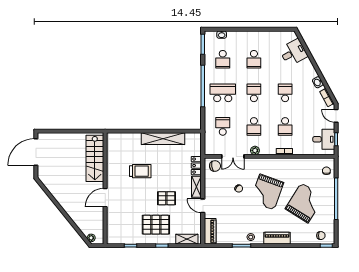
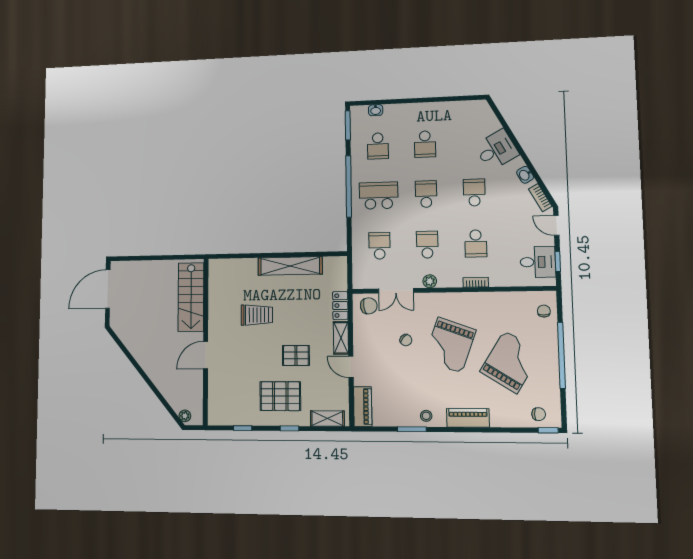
desk: (293, 53) -> (497, 150), moved
school desk: (254, 126) -> (427, 245), turned 180

